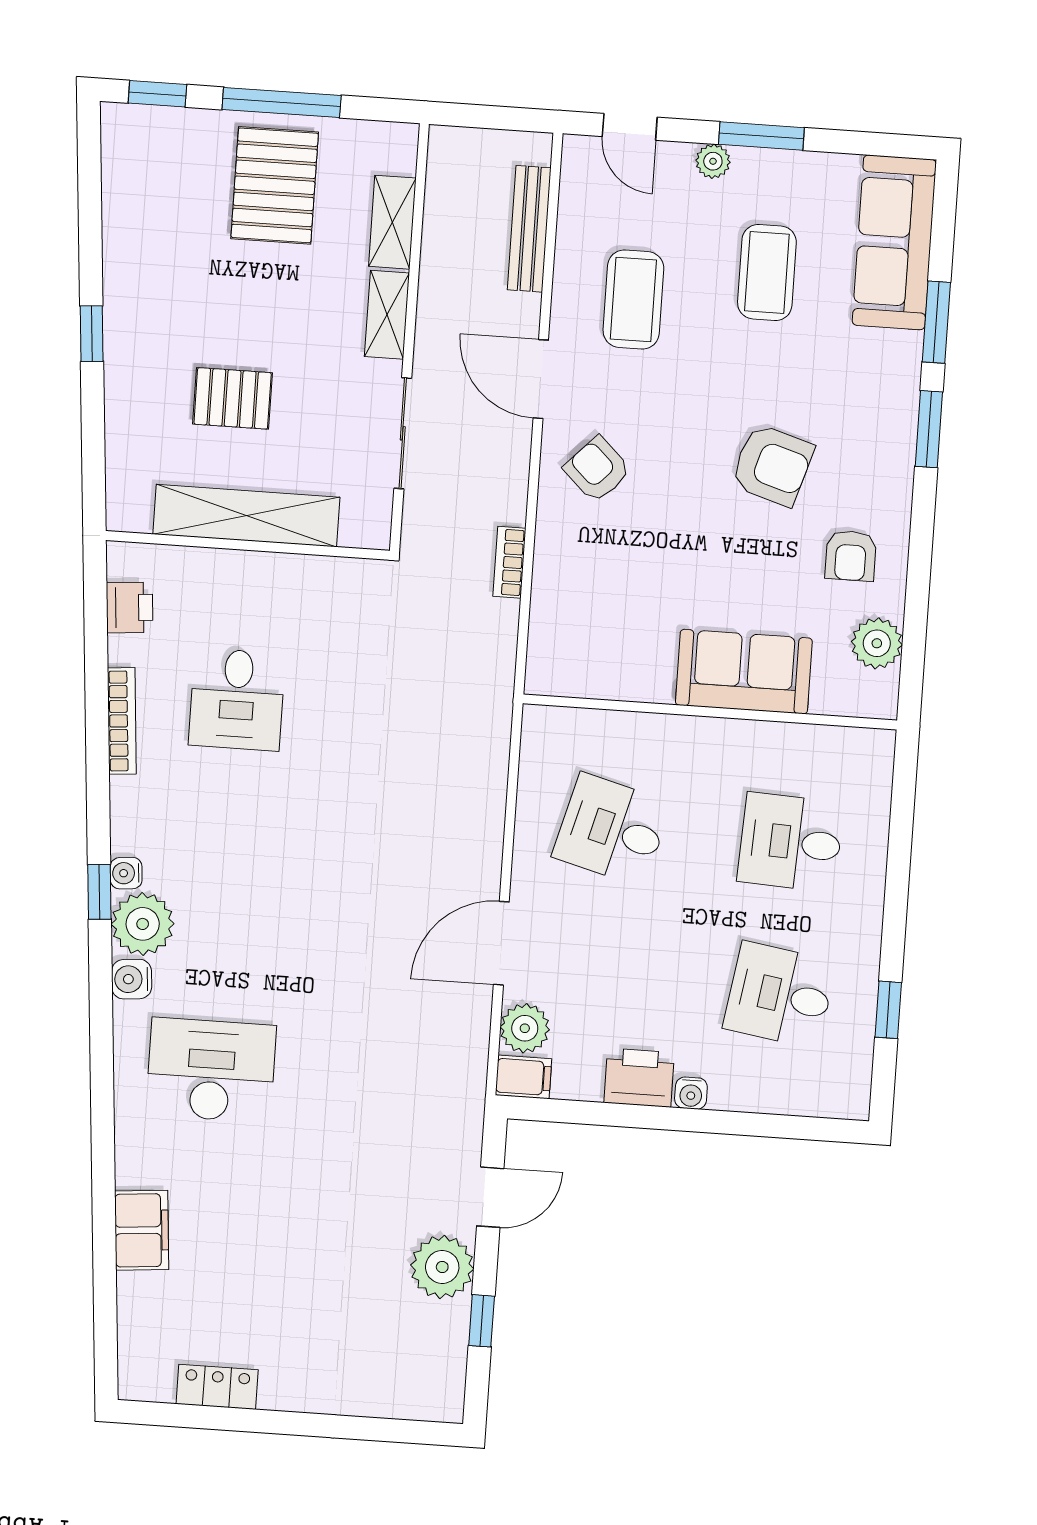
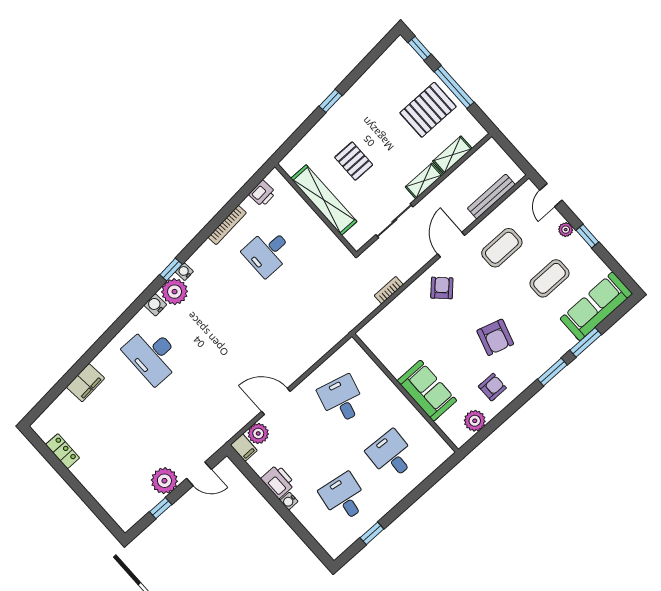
window: (761, 136) -> (587, 236), width x0.67
armchair: (851, 556) -> (492, 387), turned 180
desk: (211, 1070) -> (153, 355), turned 180

